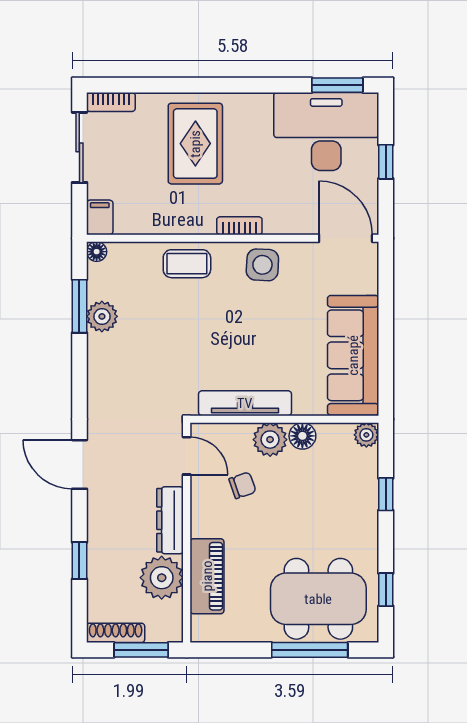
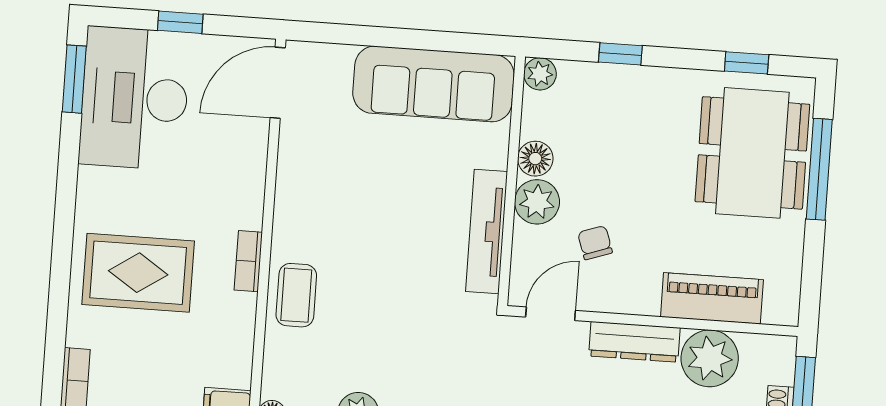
bookcase: (239, 226) -> (248, 261), moved
side table: (262, 265) -> (305, 195), removed

